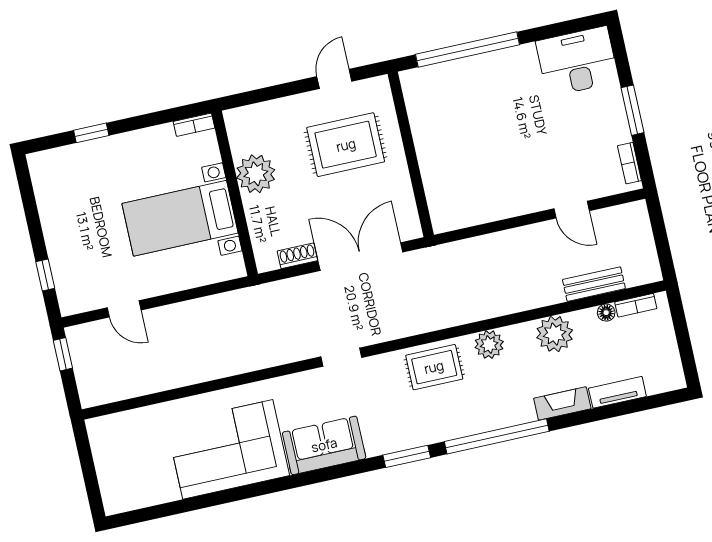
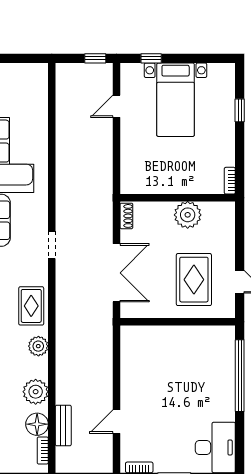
bed with nightstands: (180, 218) -> (176, 100), moved, turned 180
shoe rack: (297, 256) -> (126, 216), moved
floor lamp: (606, 313) -> (37, 424), width x1.89, depth x1.89

